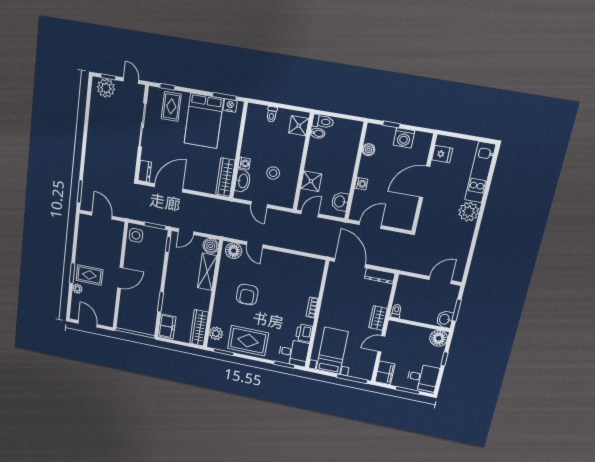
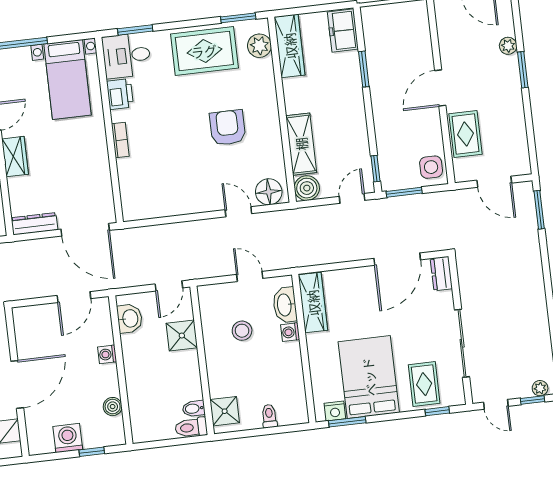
plant: (106, 88) -> (540, 388), width x0.53, depth x0.53
rug: (89, 275) -> (465, 134), moved, turned 90

